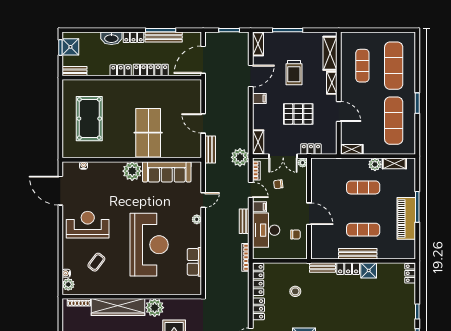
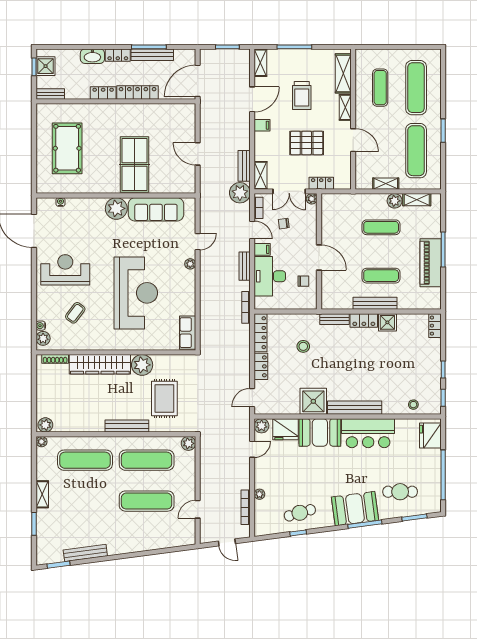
bench: (210, 149) -> (244, 166), moved
shelving: (352, 149) -> (386, 184), moved
row of seats: (194, 262) -> (188, 333), moved

